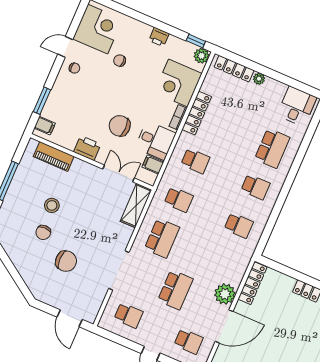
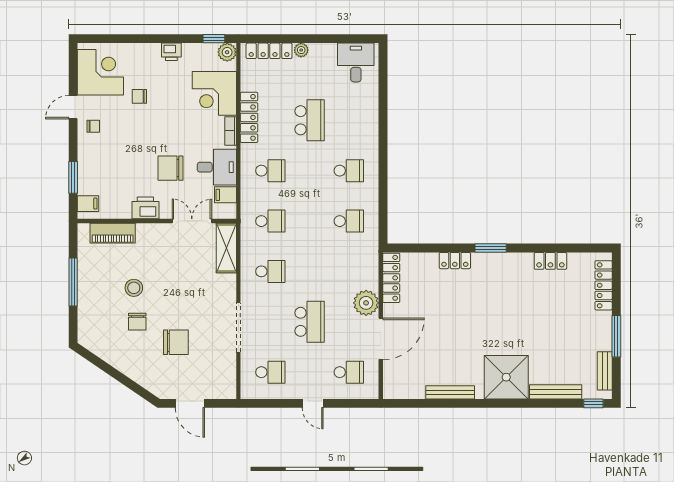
school desk: (272, 148) -> (310, 120), moved
school desk: (162, 238) -> (270, 271), width x0.54
door: (70, 318) -> (190, 403), moved

